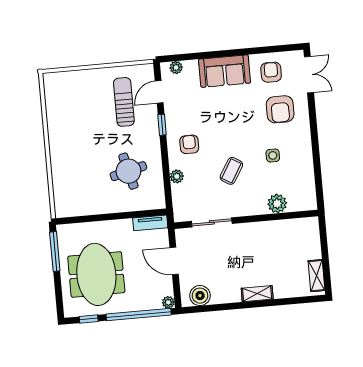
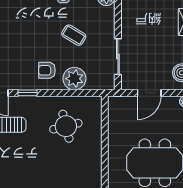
plant: (177, 176) -> (74, 79), width x1.88, depth x1.88
tv unit: (150, 223) -> (113, 111), removed

